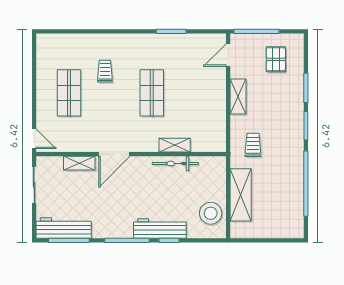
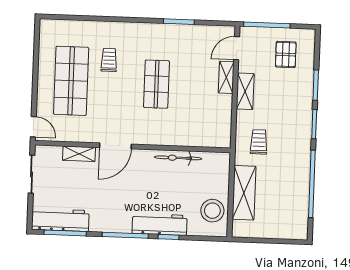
shop shelf: (69, 93) -> (71, 81), width x1.43, depth x1.36
shelving: (175, 145) -> (226, 77), moved, turned 90

